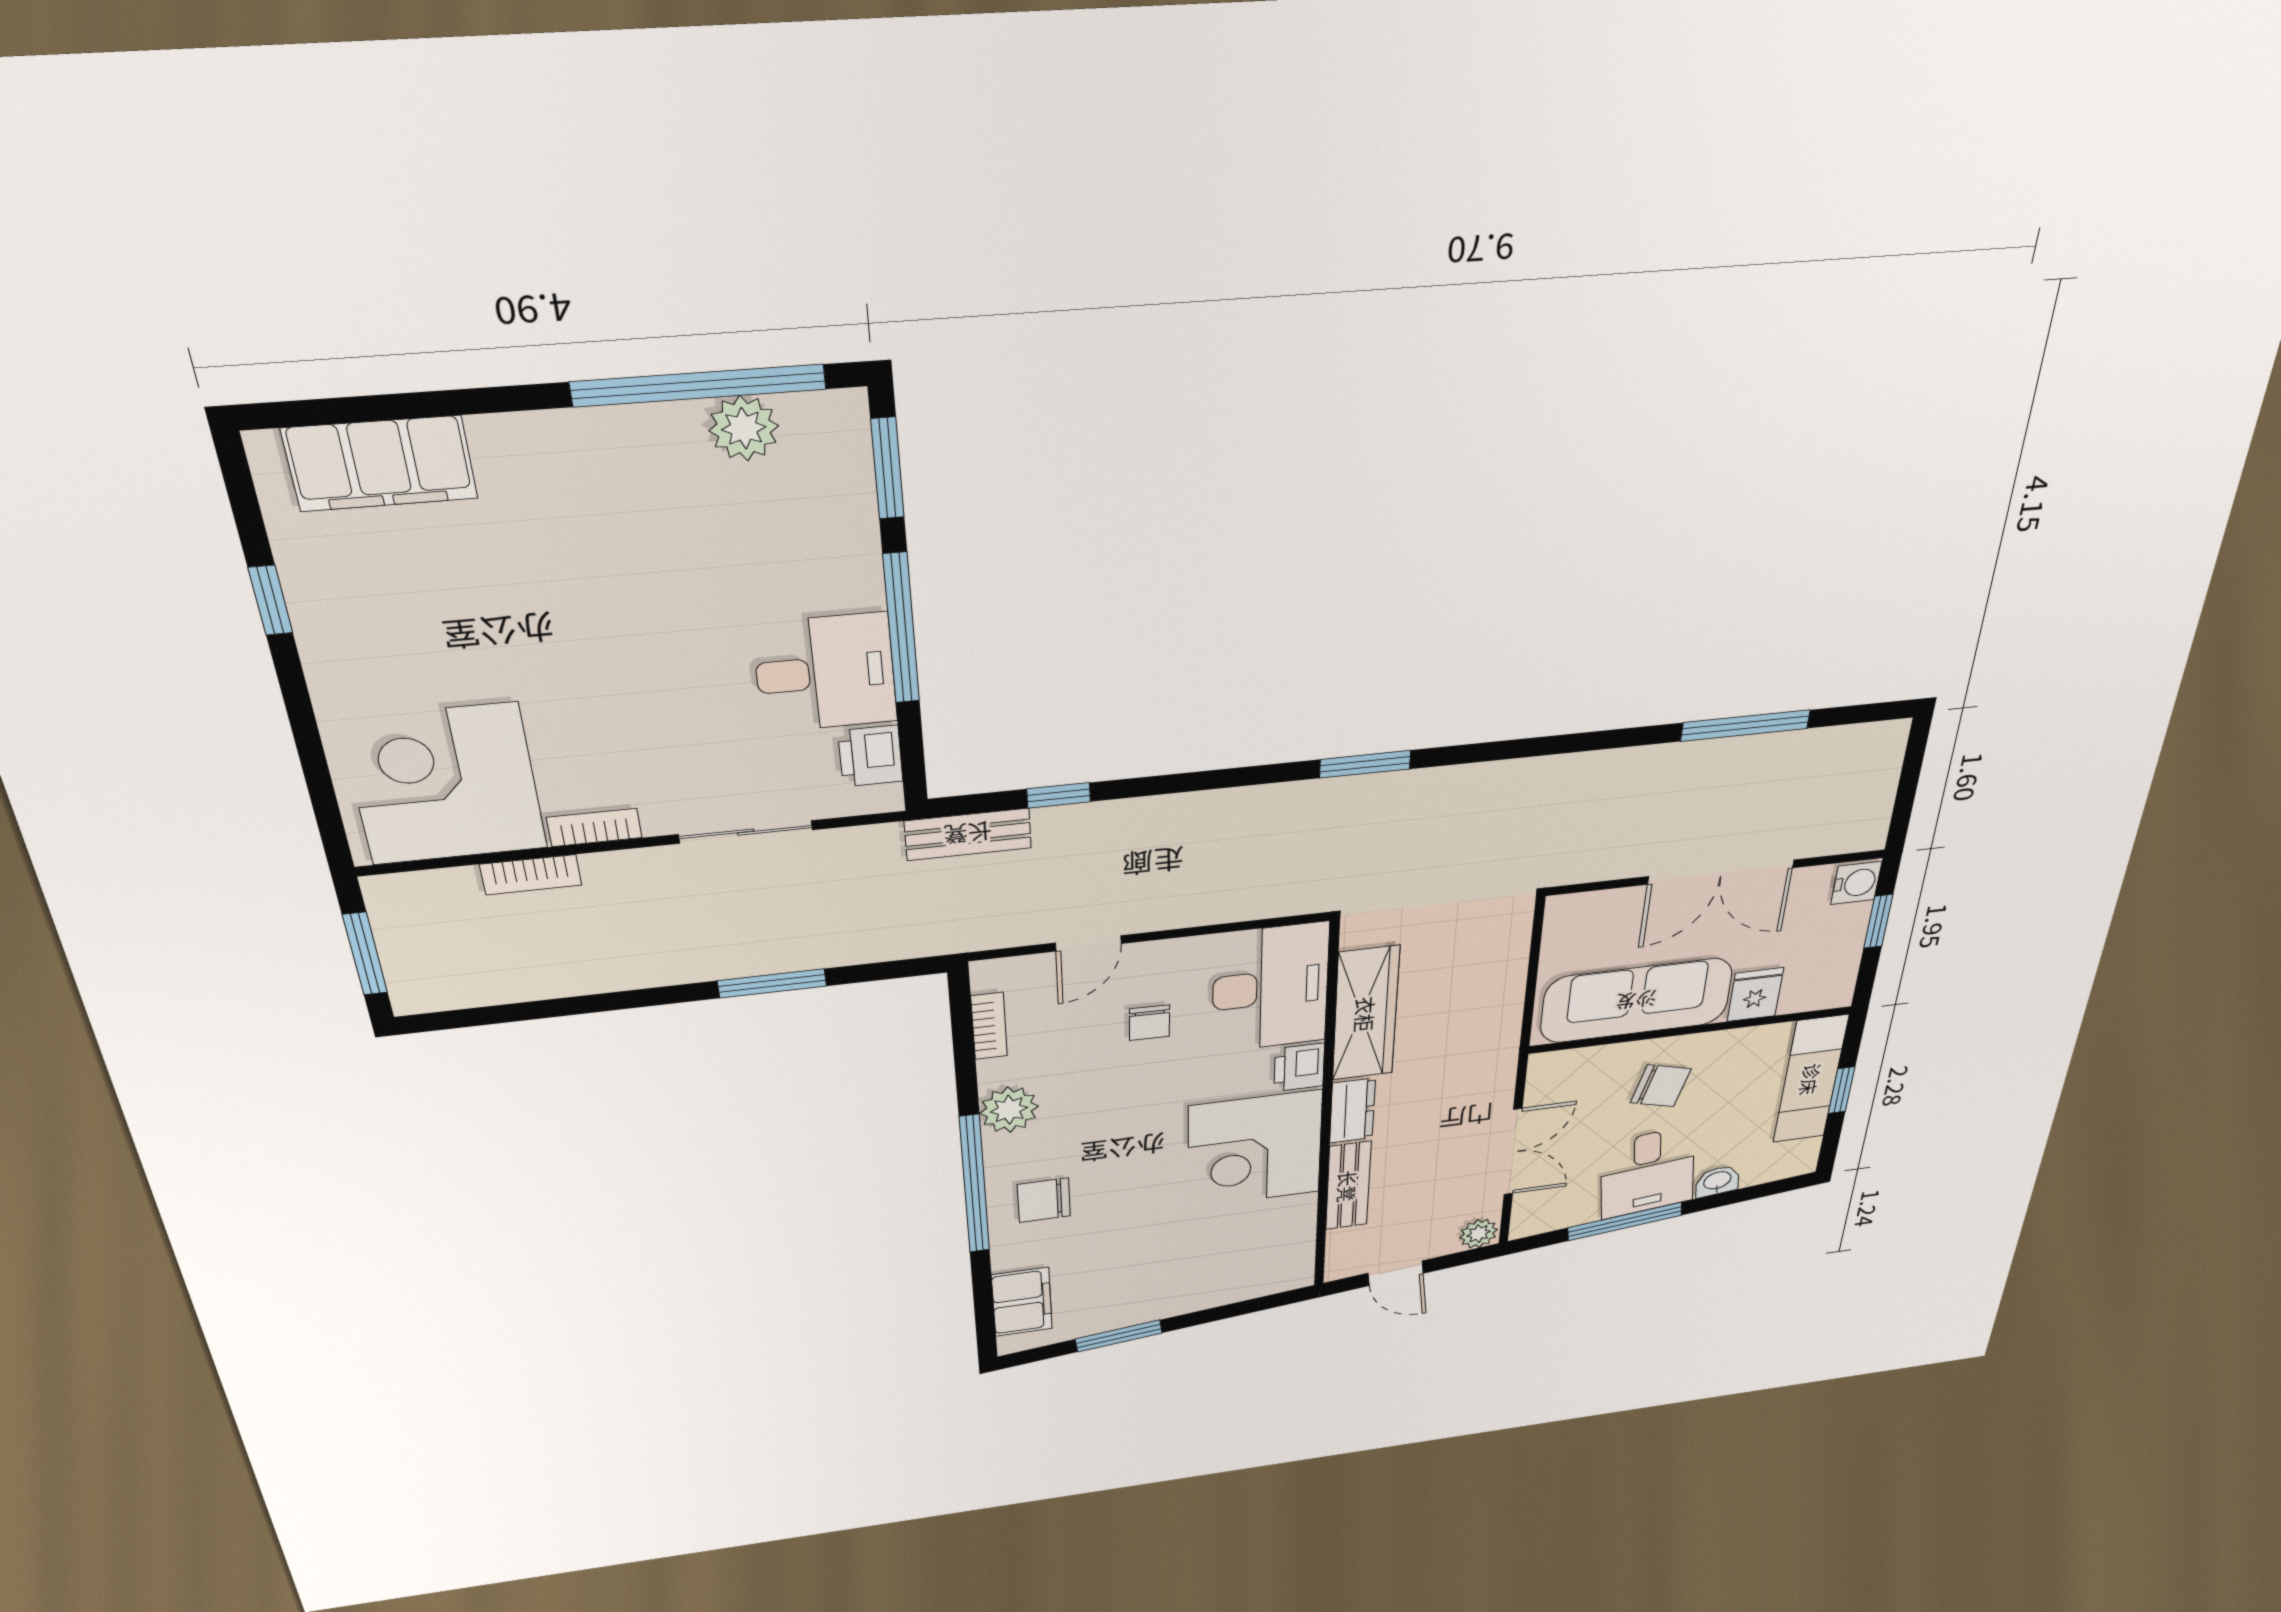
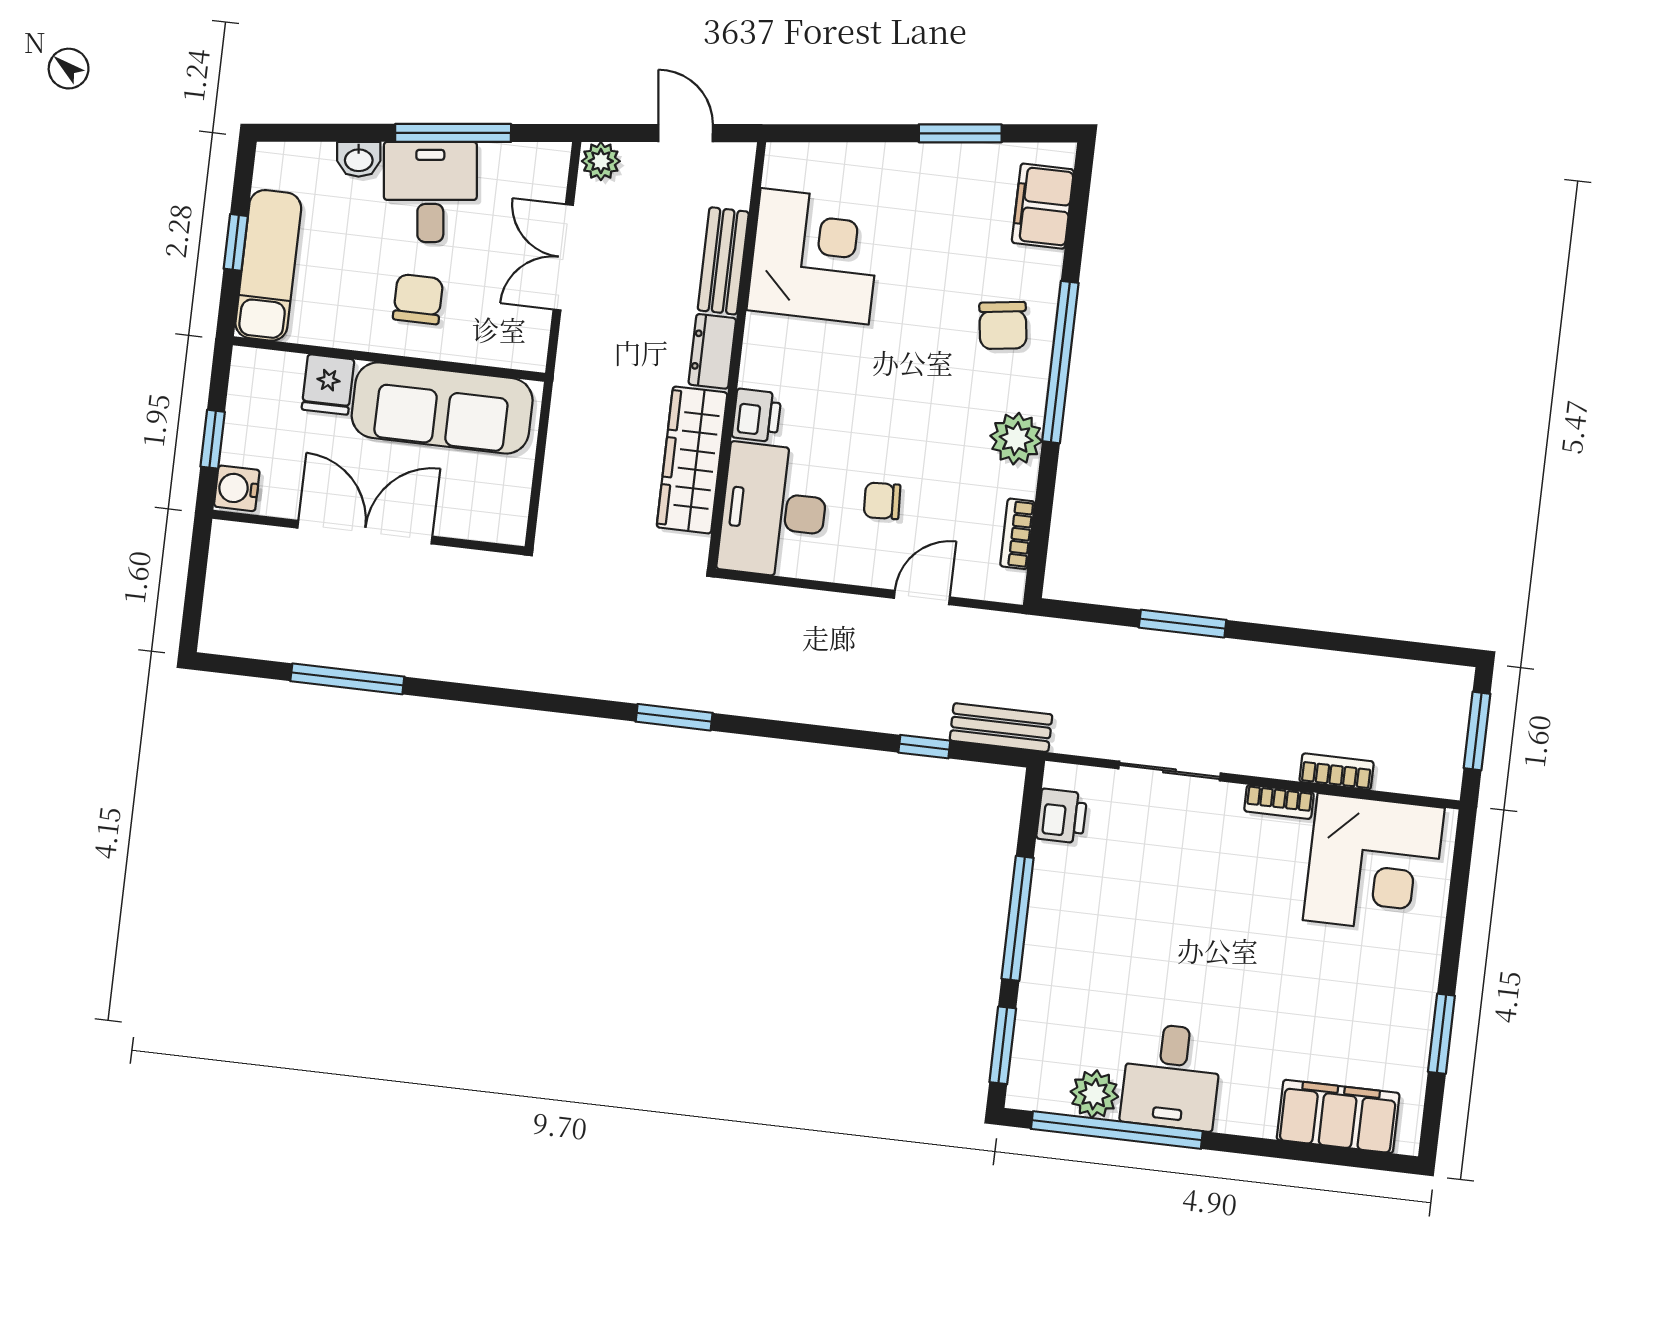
window: (270, 600) -> (1441, 1034), width x1.50
desk: (825, 673) -> (1171, 1077), moved, turned -90
chair: (1150, 1023) -> (882, 501), turned -94
chair: (1661, 1086) -> (418, 299), turned 75
corner desk: (1255, 1149) -> (815, 256), moved
chair: (1044, 1200) -> (1003, 325), turned 82

